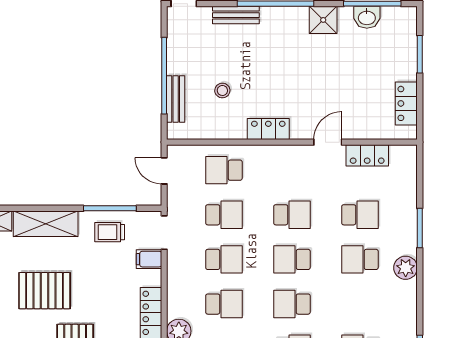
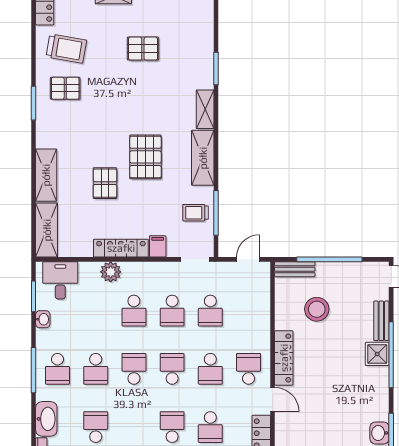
shower: (323, 20) -> (377, 354), moved
stool: (222, 90) -> (317, 309), width x1.89, depth x1.89
bench: (176, 99) -> (295, 269), moved
locker: (268, 129) -> (284, 358), width x1.53
school desk: (224, 170) -> (249, 369), moved
trolley: (110, 232) -> (195, 213), turned -90
filing cabinet: (149, 259) -> (158, 246), moved

